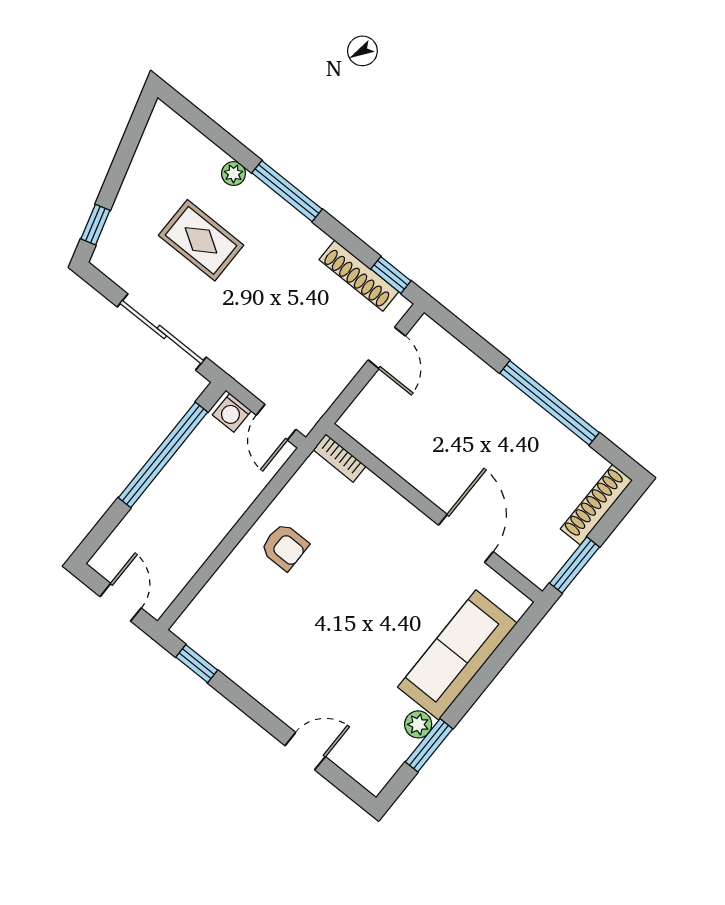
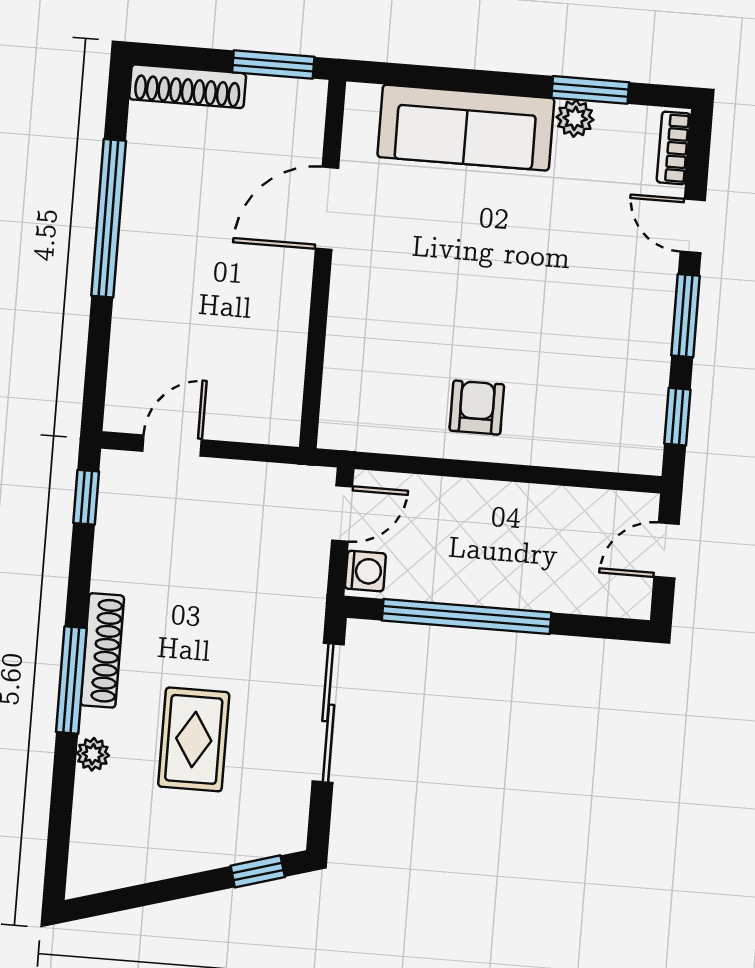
shoe rack: (359, 276) -> (102, 650), moved
bookcase: (339, 458) -> (674, 148), moved, turned 180
window: (254, 710) -> (685, 316), added

